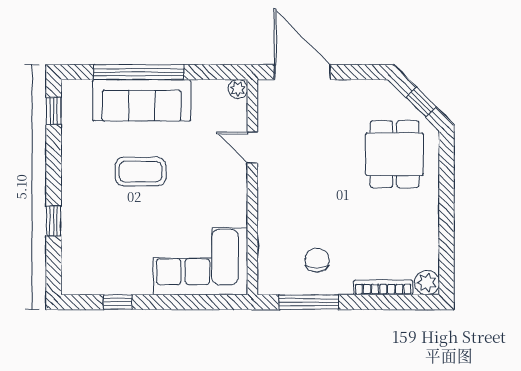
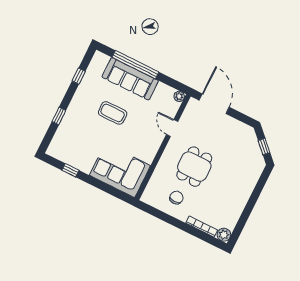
window: (54, 111) -> (79, 76), moved
dining table: (395, 154) -> (194, 167), moved
window: (309, 302) -> (162, 216), removed

